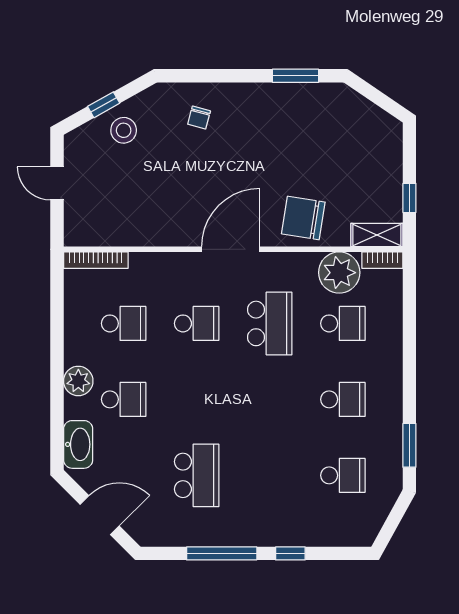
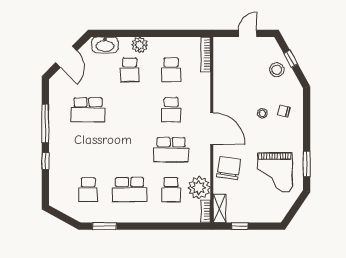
grand piano: (311, 134) -> (275, 172), added
stool: (203, 157) -> (262, 113), added
school desk: (343, 399) -> (130, 190), width x1.85

